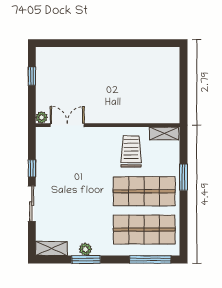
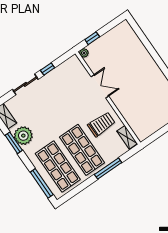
window: (32, 76) -> (92, 38), moved
double door: (67, 125) -> (100, 86), moved
window: (184, 177) -> (108, 169), width x1.44
plant: (85, 249) -> (23, 136), width x1.88, depth x1.88

